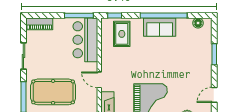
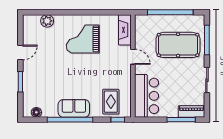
window: (79, 16) -> (181, 120), moved
door: (214, 95) -> (20, 53), moved

